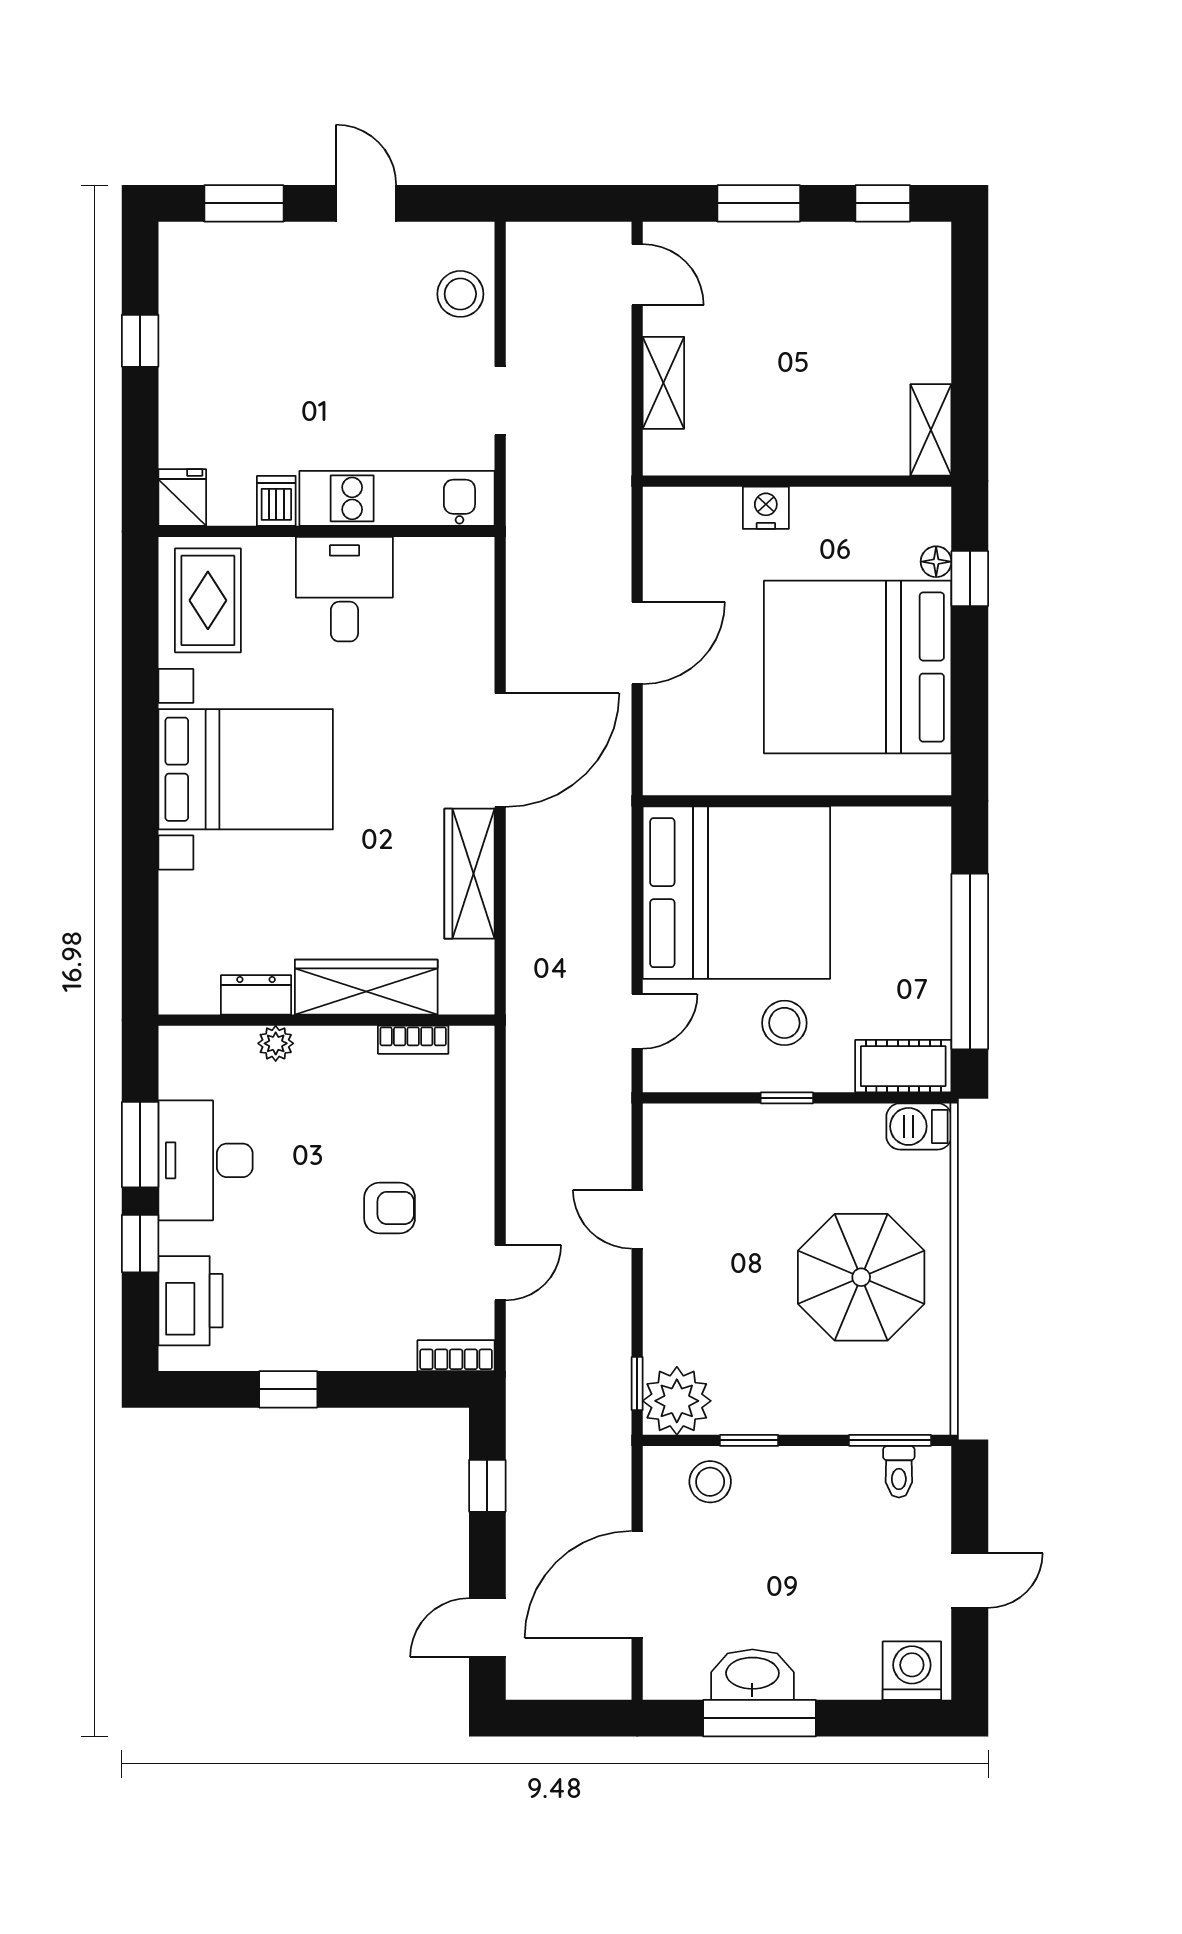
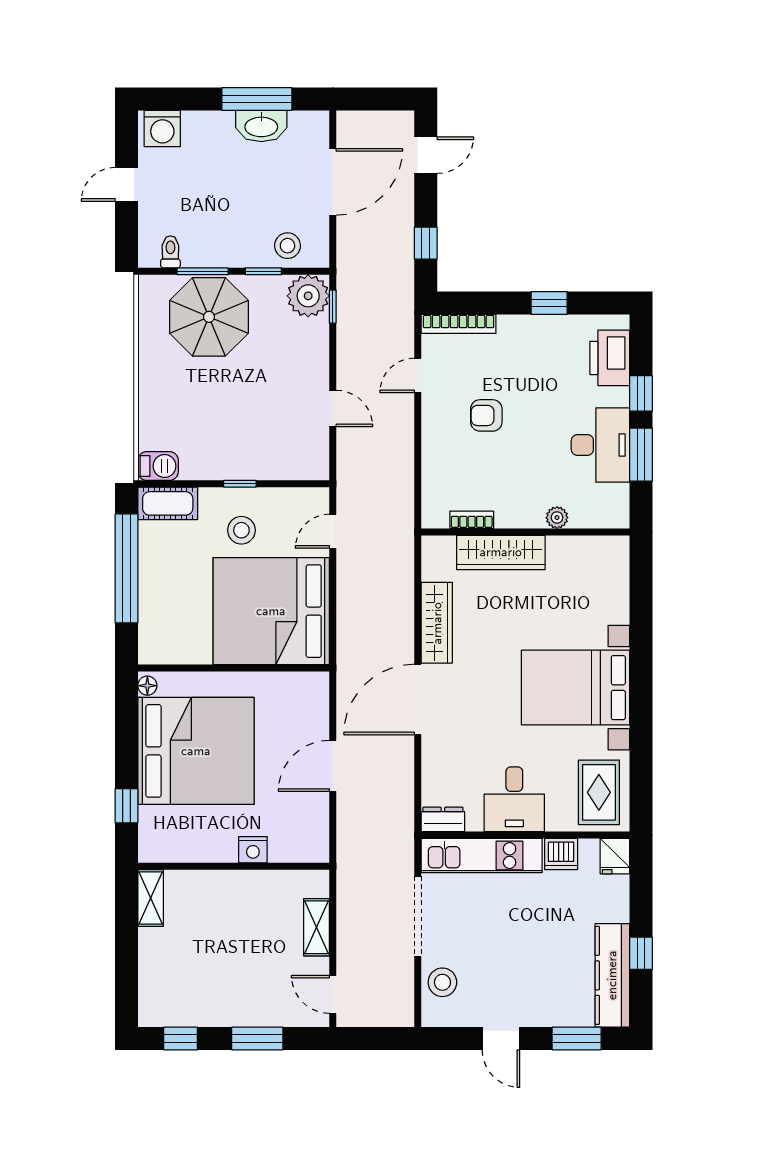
kitchen counter: (186, 305) -> (612, 975), added
doorway: (500, 401) -> (418, 916), width x1.87
dishwasher: (276, 501) -> (561, 854), width x1.38
floor lamp: (936, 562) -> (147, 686), moved
dresser: (256, 995) -> (443, 819), moved, turned 180
parasol: (861, 1277) -> (209, 317), moved
bookcase: (456, 1356) -> (459, 324), width x1.56
window: (890, 1440) -> (203, 271), moved

